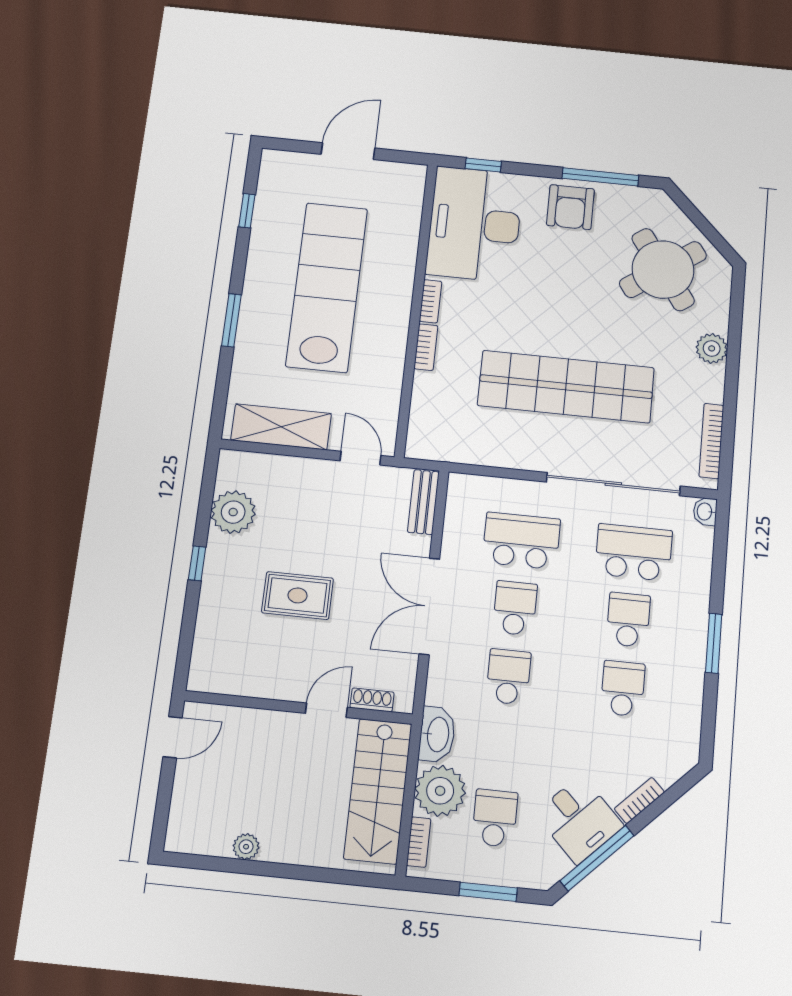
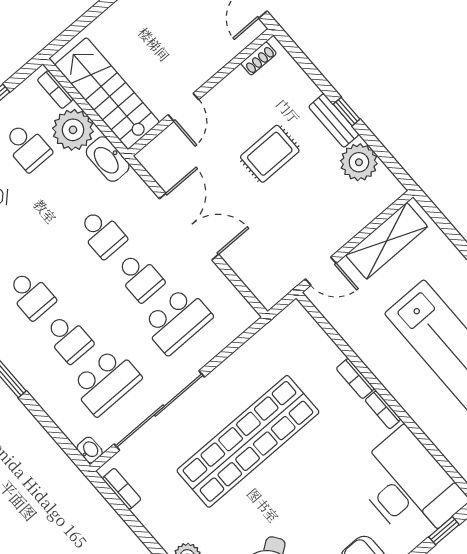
bookcase: (711, 441) -> (122, 489), width x0.64
bench: (423, 502) -> (334, 121), moved
shoe rack: (372, 700) -> (259, 58), moved

